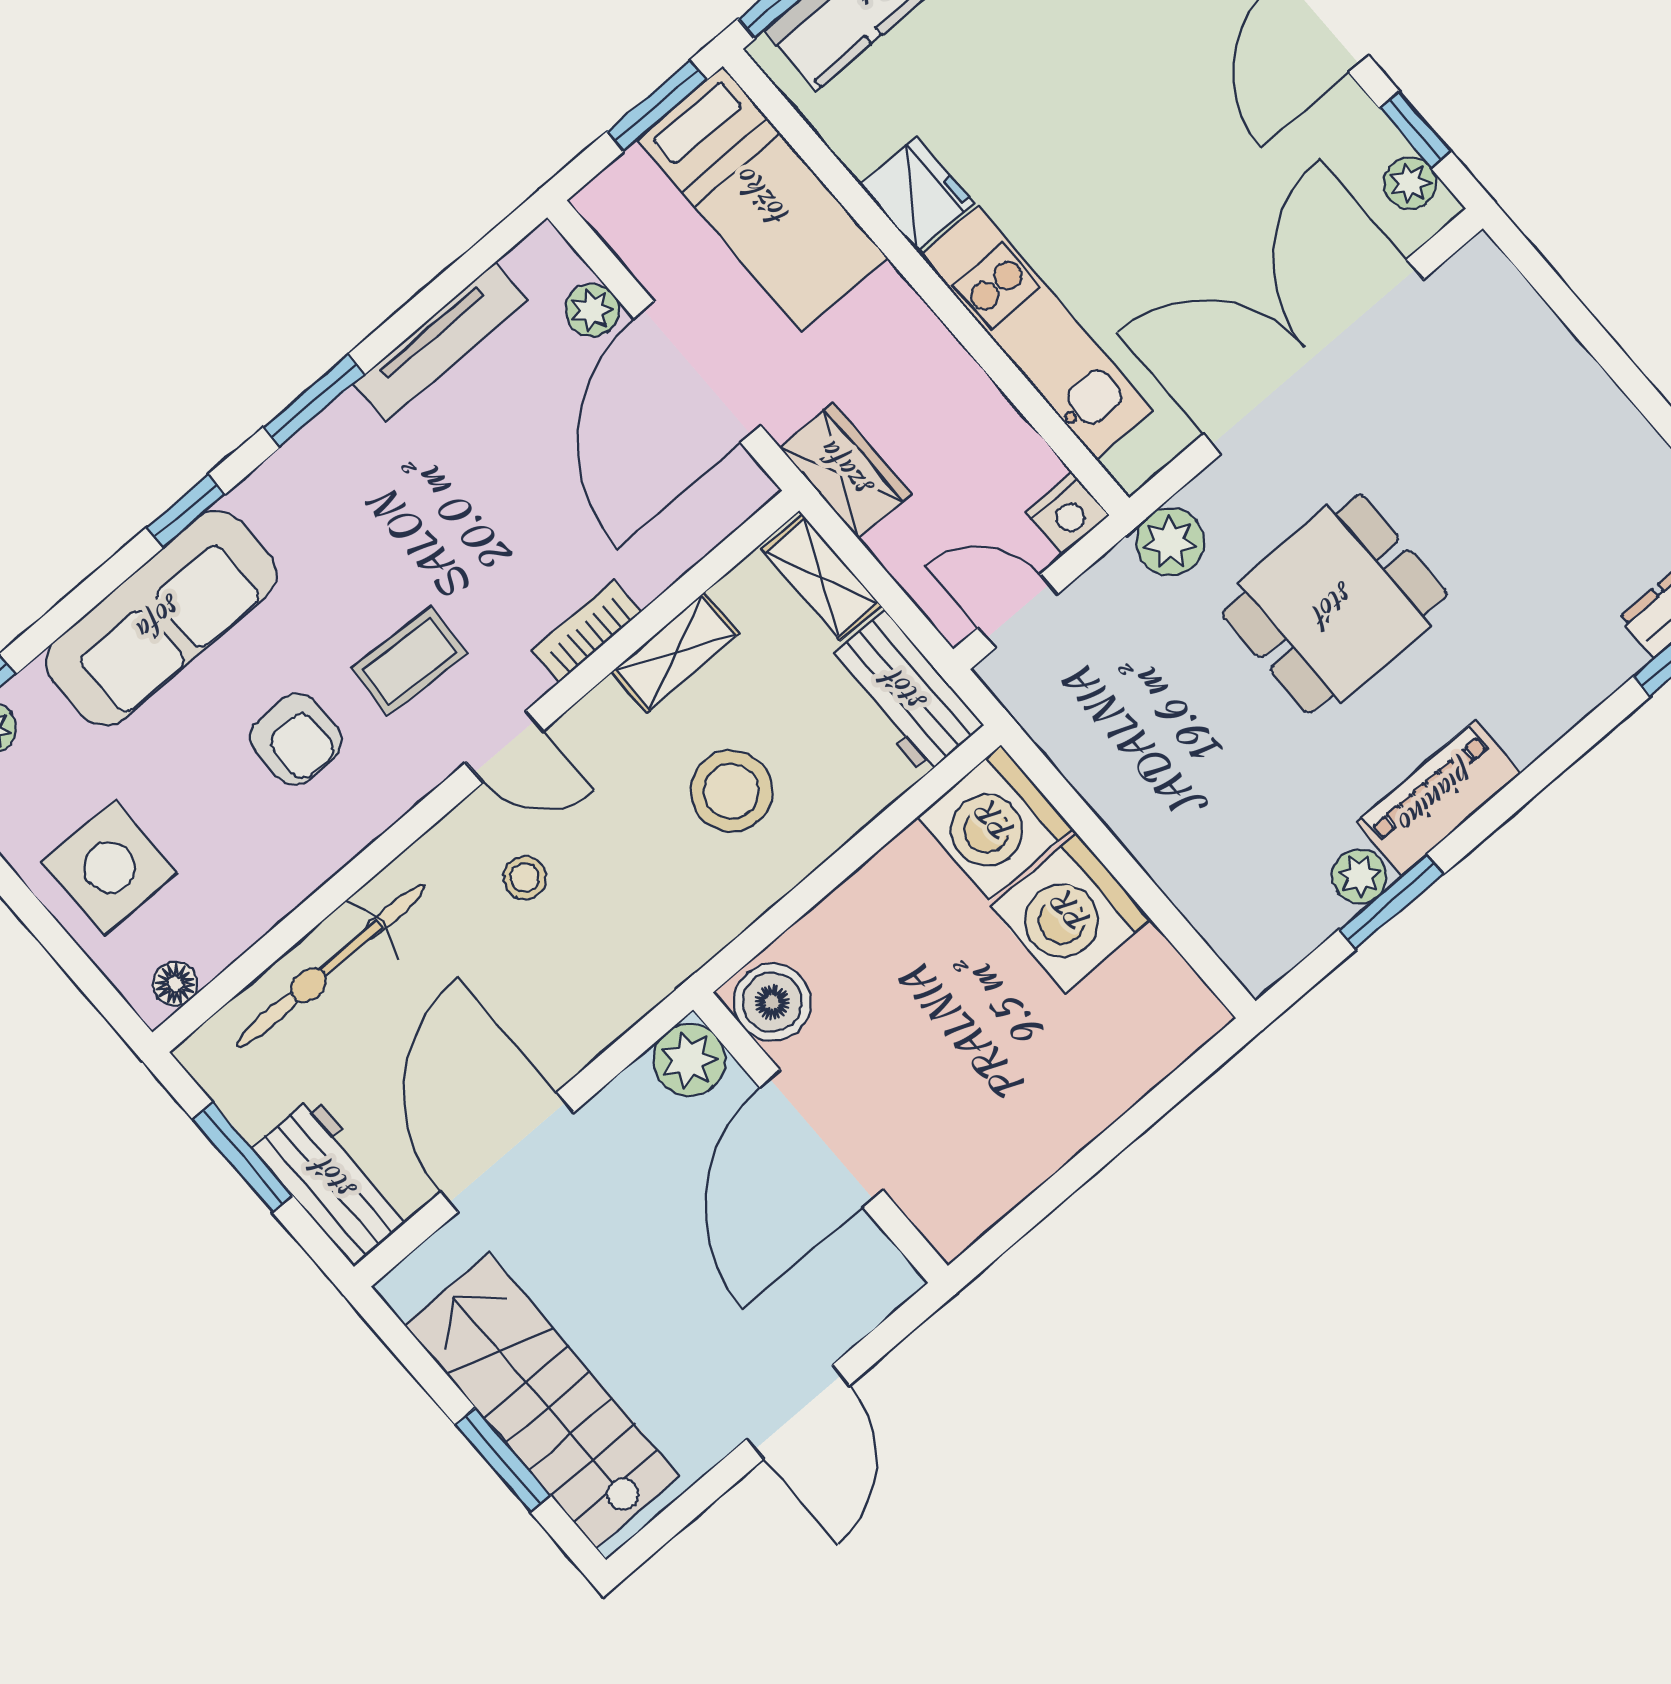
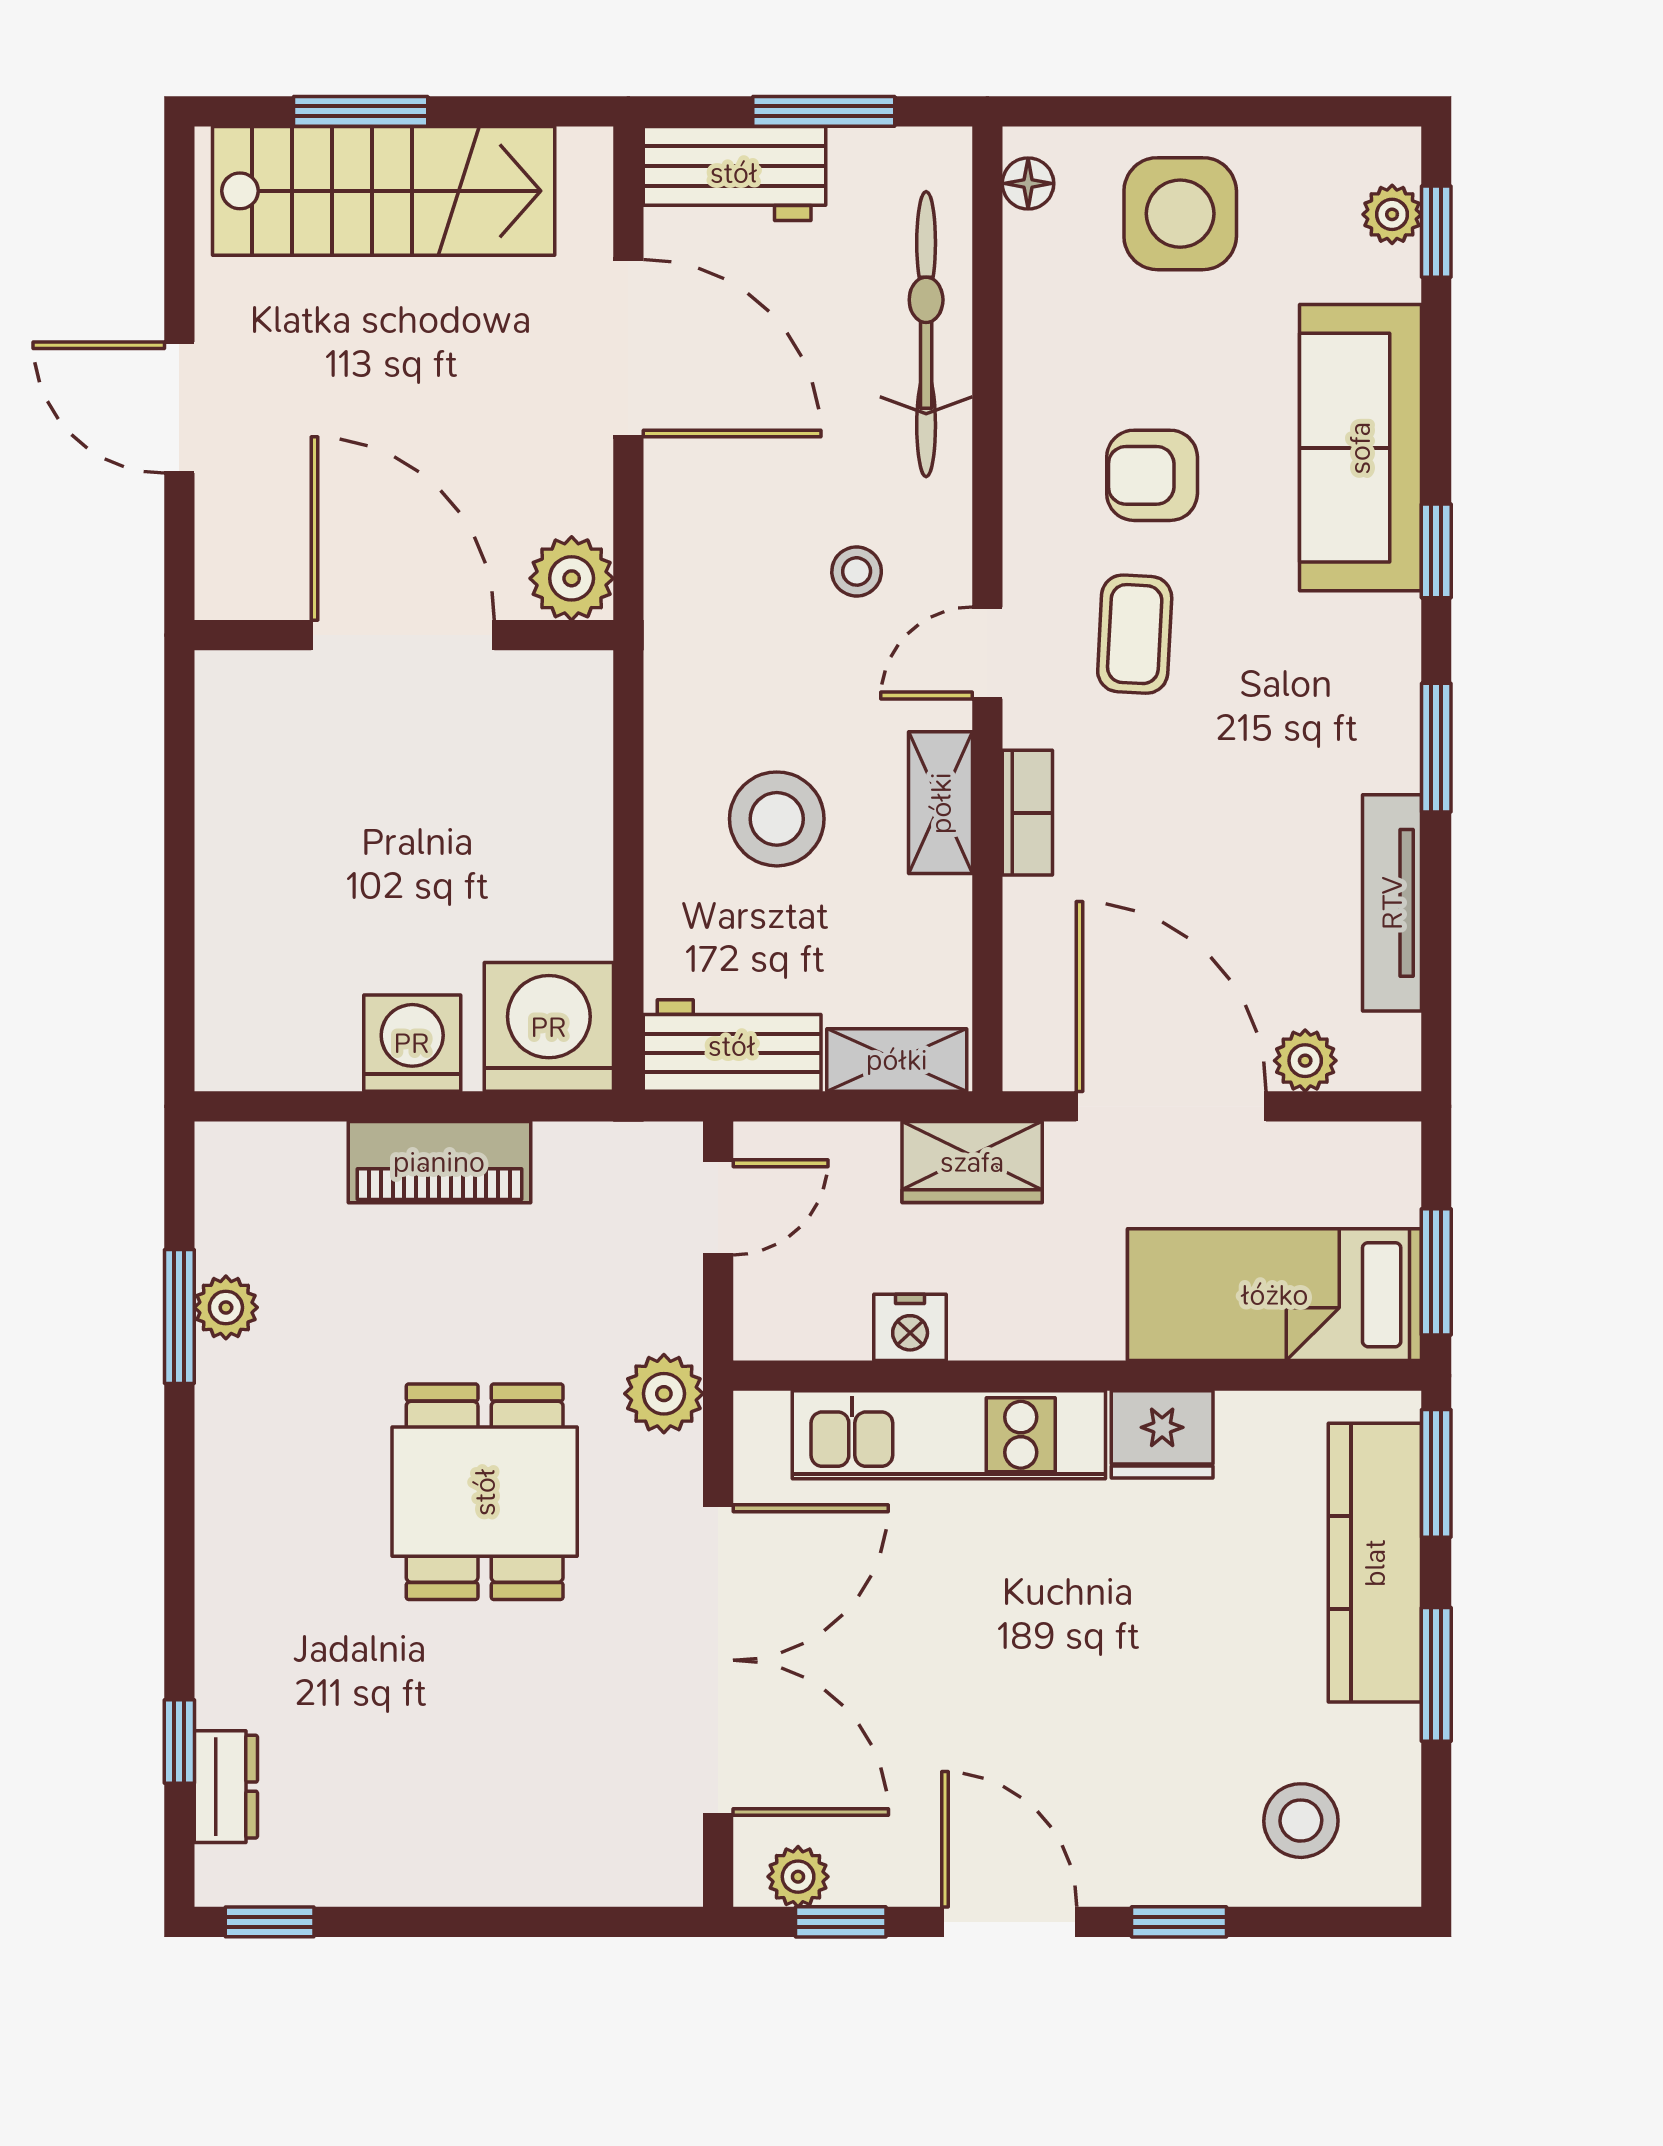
nightstand: (1067, 514) -> (910, 1327), moved, turned -90
shelving: (676, 653) -> (941, 803), moved
piano: (1438, 798) -> (439, 1162), moved, turned 90
washing machine: (1071, 913) -> (412, 1043), width x0.73, depth x0.73
boiler: (772, 1002) -> (560, 695), removed

